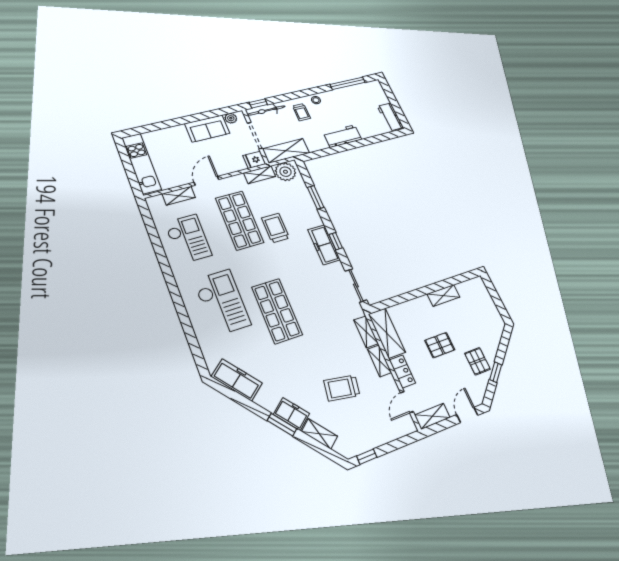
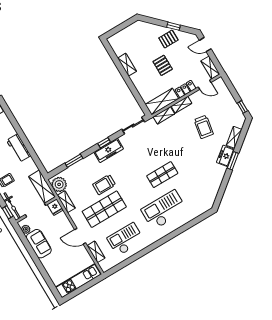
shop shelf: (277, 311) -> (162, 175), width x0.70, depth x0.74
freezer: (237, 380) -> (211, 192), removed

